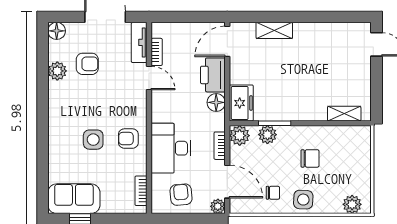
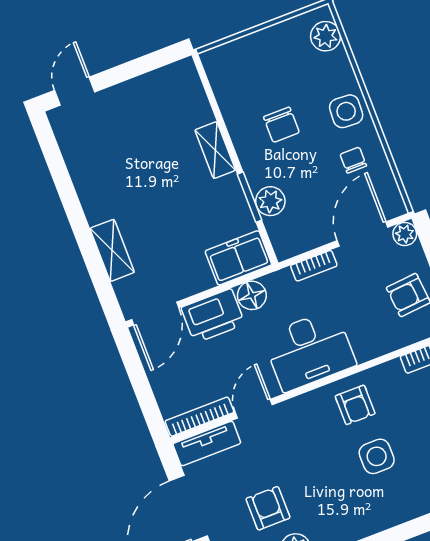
door: (227, 41) -> (155, 314), hinge flipped
bookcase: (157, 52) -> (199, 417), width x1.56
shelving: (344, 114) -> (215, 150), moved
plant: (240, 136) -> (288, 242), removed
desk: (171, 148) -> (309, 350), moved
chair: (310, 158) -> (281, 125), turned 180

